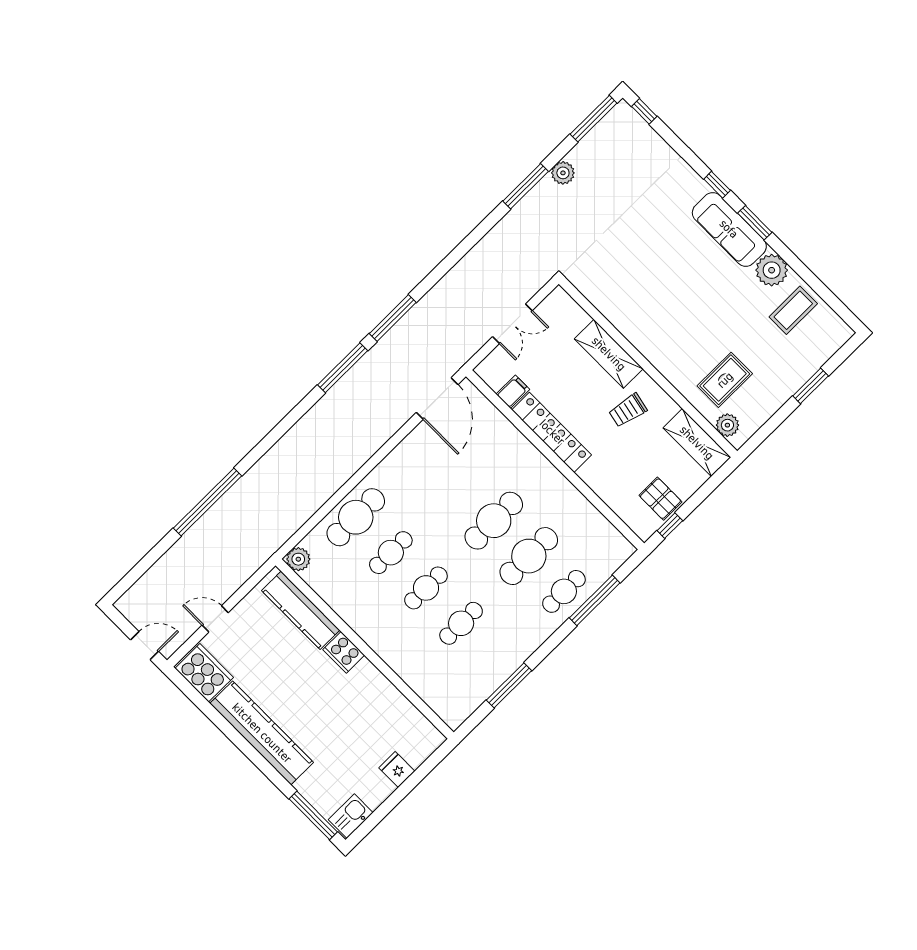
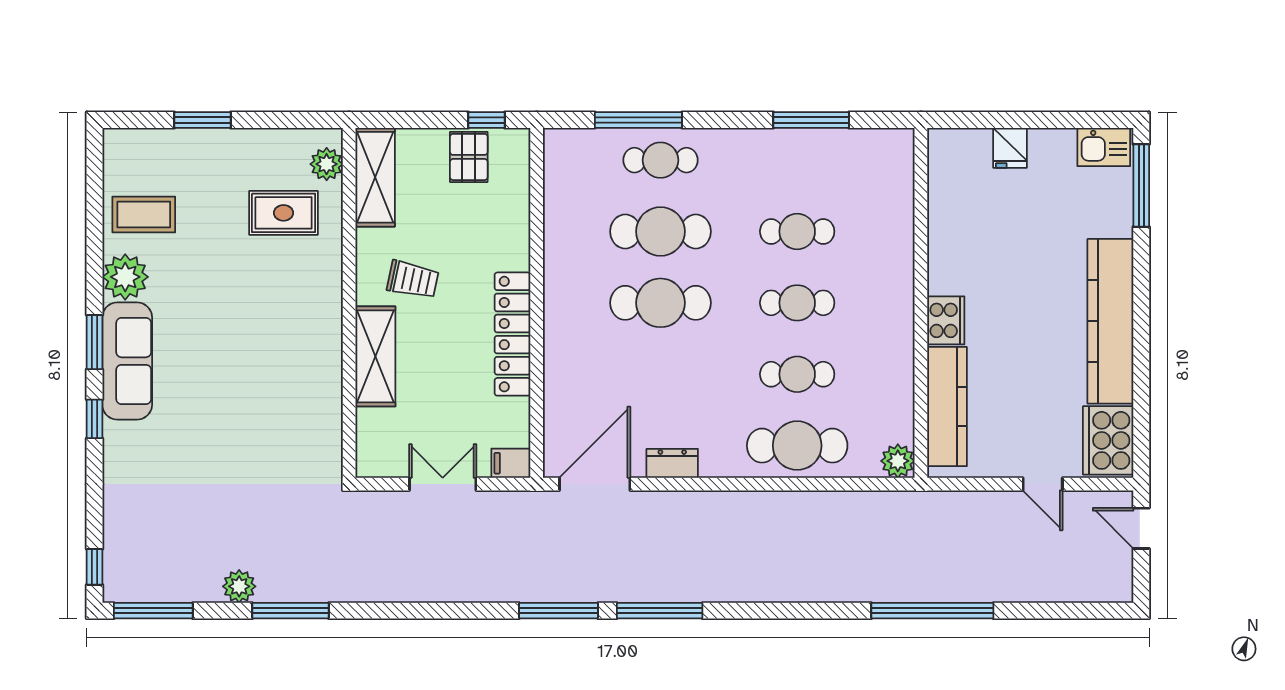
filing cabinet: (513, 392) -> (511, 463), moved
dresser: (409, 447) -> (672, 463), added

